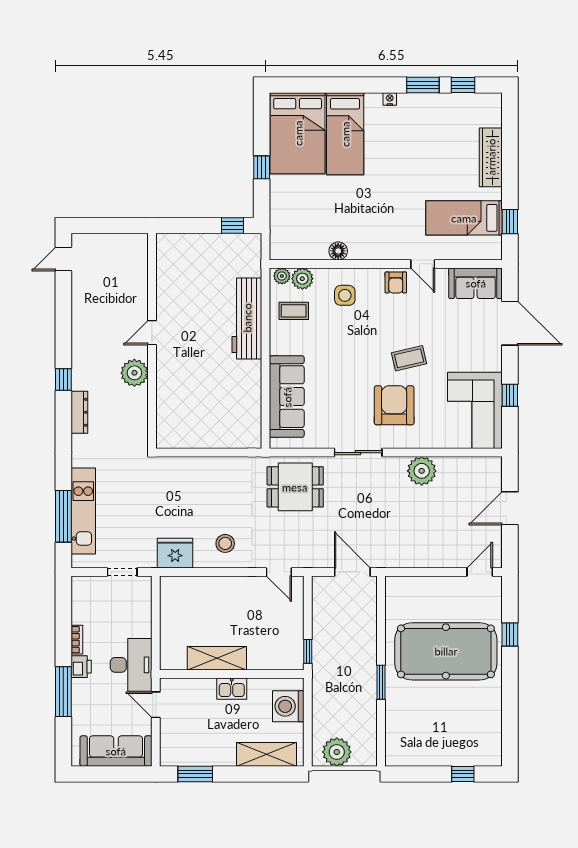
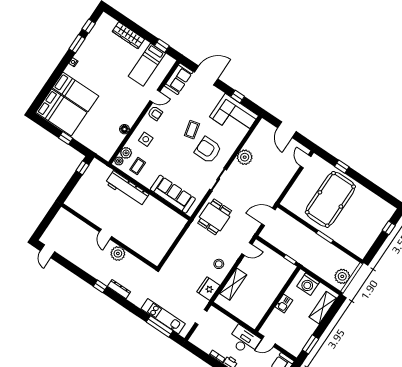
shelving: (217, 658) -> (233, 284), moved

